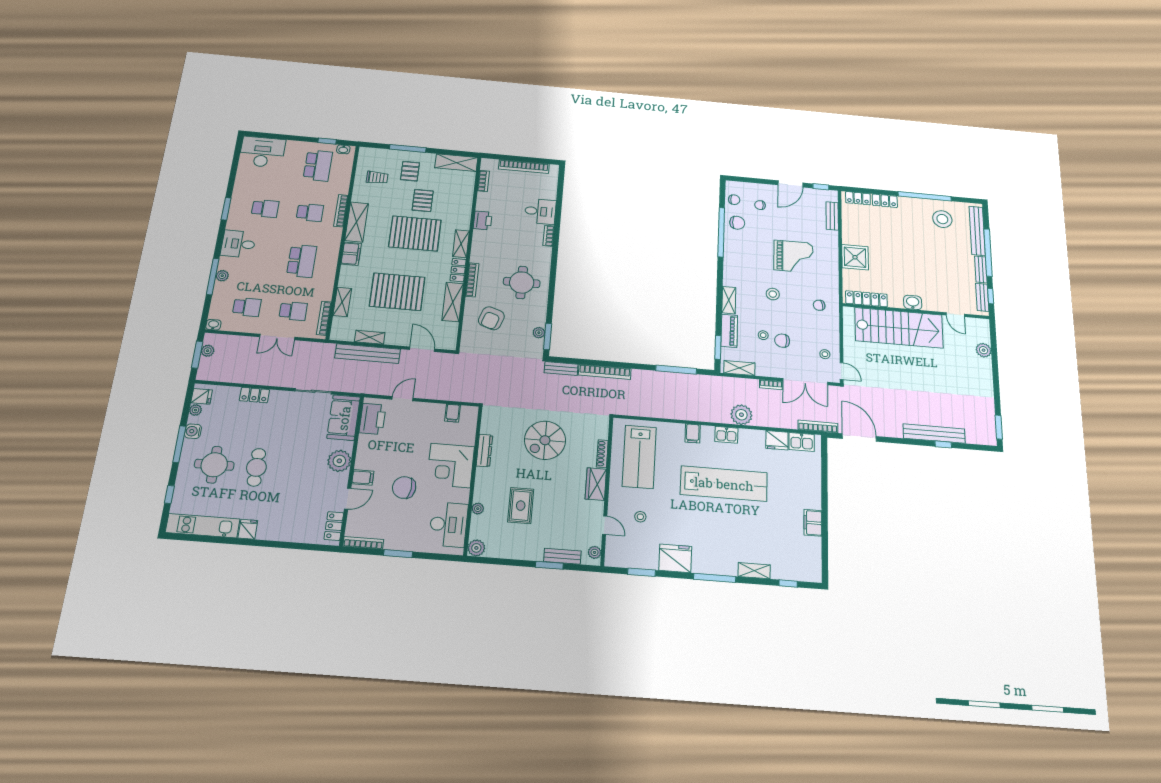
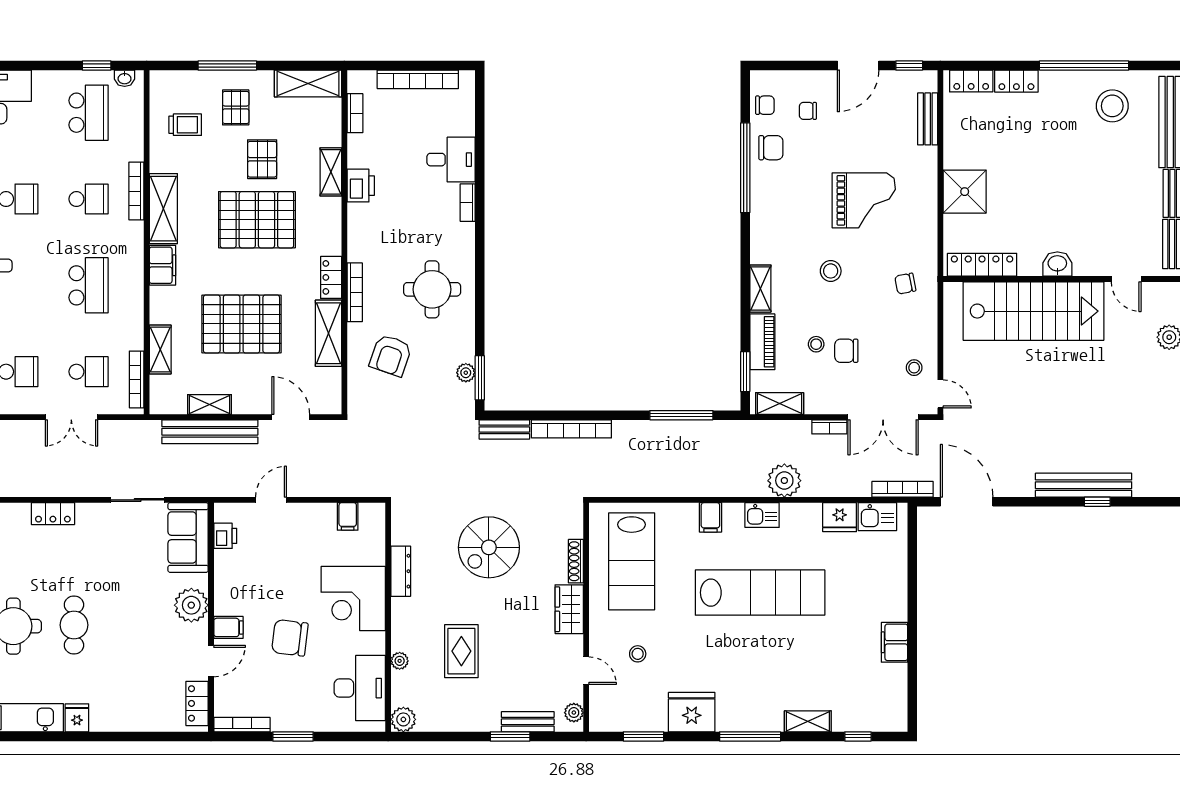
shelving: (461, 244) -> (331, 172), moved
printer: (373, 419) -> (225, 536), width x0.53, depth x0.68

